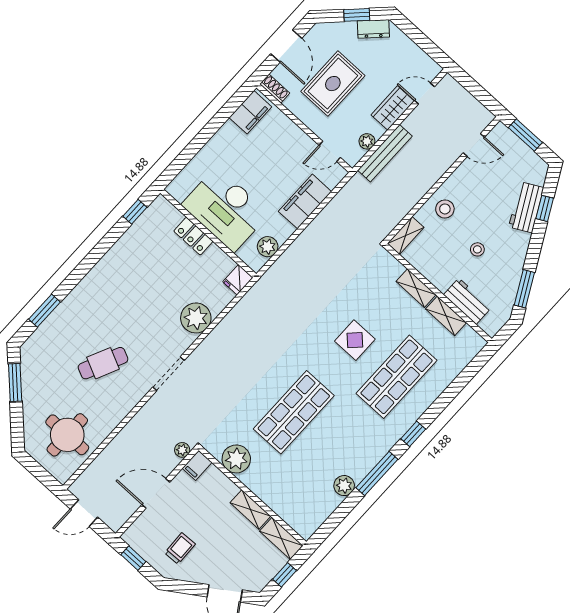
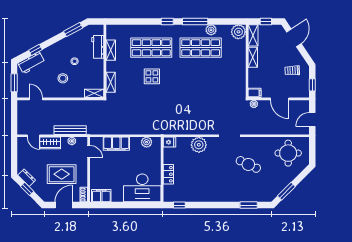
workbench: (526, 207) -> (31, 63), moved
desk: (225, 209) -> (142, 188), moved, turned 90
stool: (445, 209) -> (63, 78), moved
shelving: (416, 288) -> (111, 82), moved
shop shelf: (294, 412) -> (201, 48), moved
plant: (236, 459) -> (238, 32), moved
door: (84, 513) -> (312, 119), swing flipped

